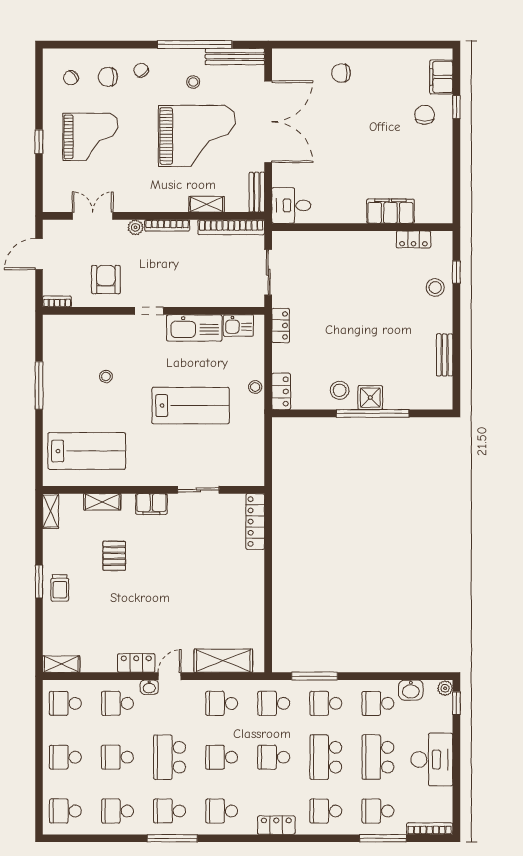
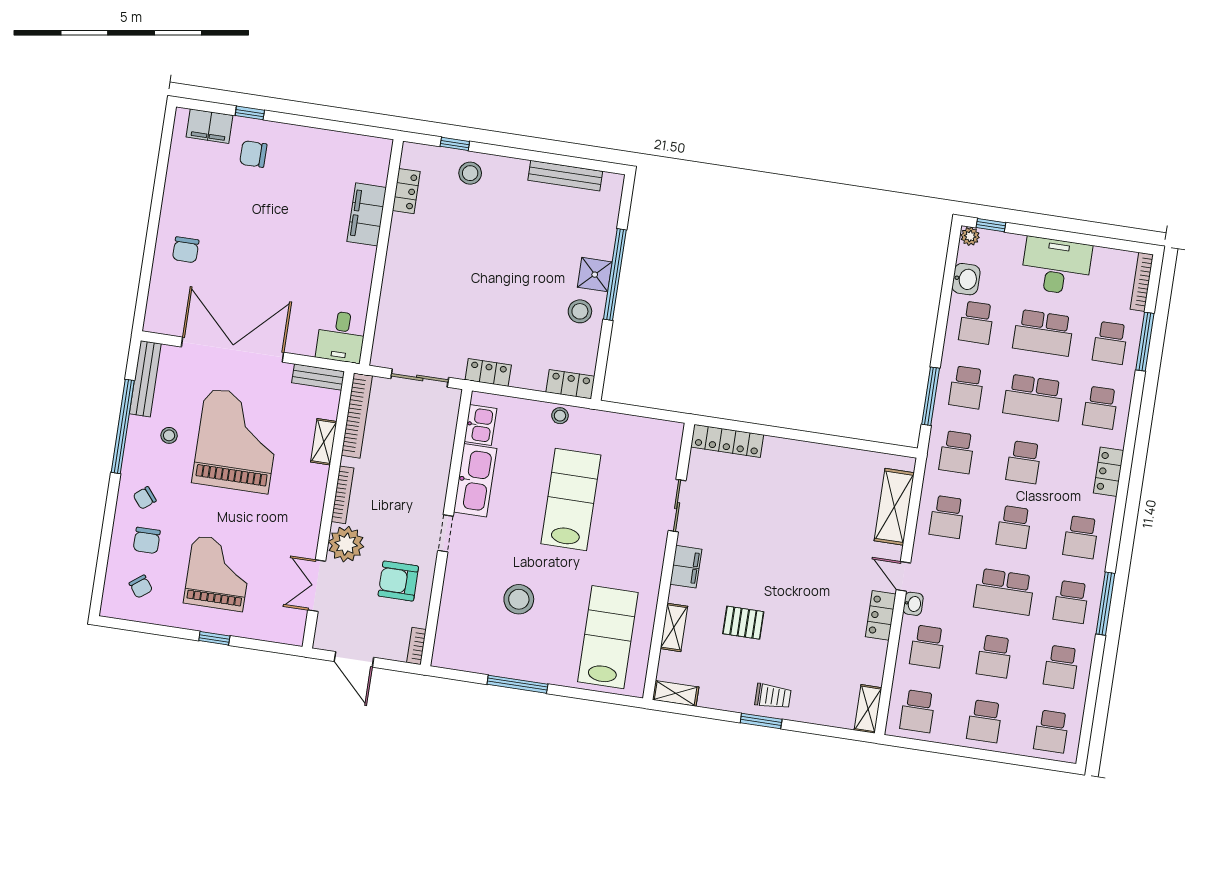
plant: (135, 227) -> (346, 544), width x1.88, depth x1.88
bench: (445, 355) -> (565, 176), width x1.36
stool: (106, 377) -> (519, 599), width x1.89, depth x1.89

